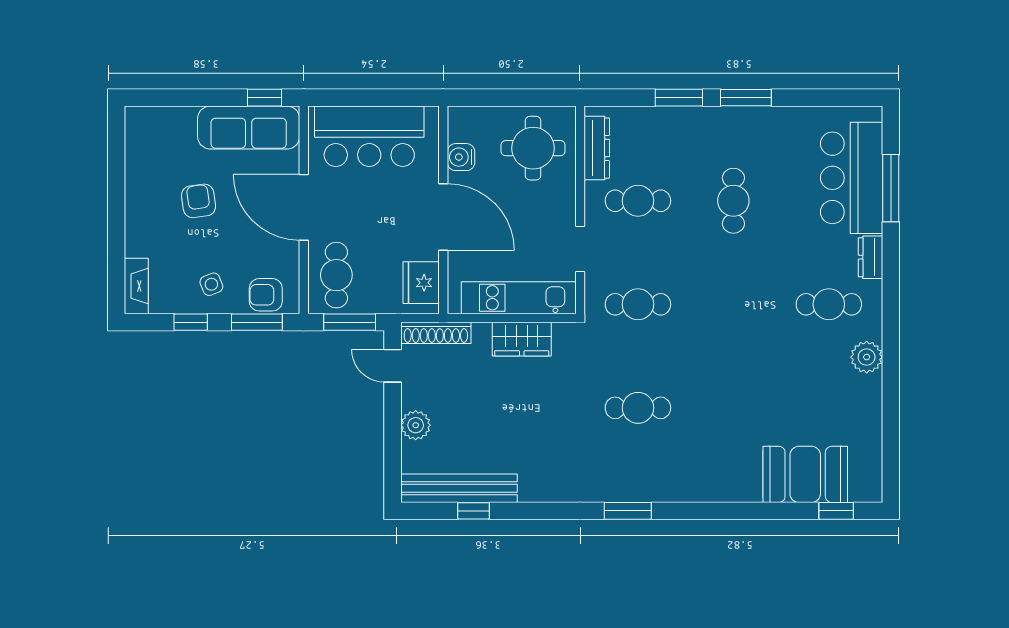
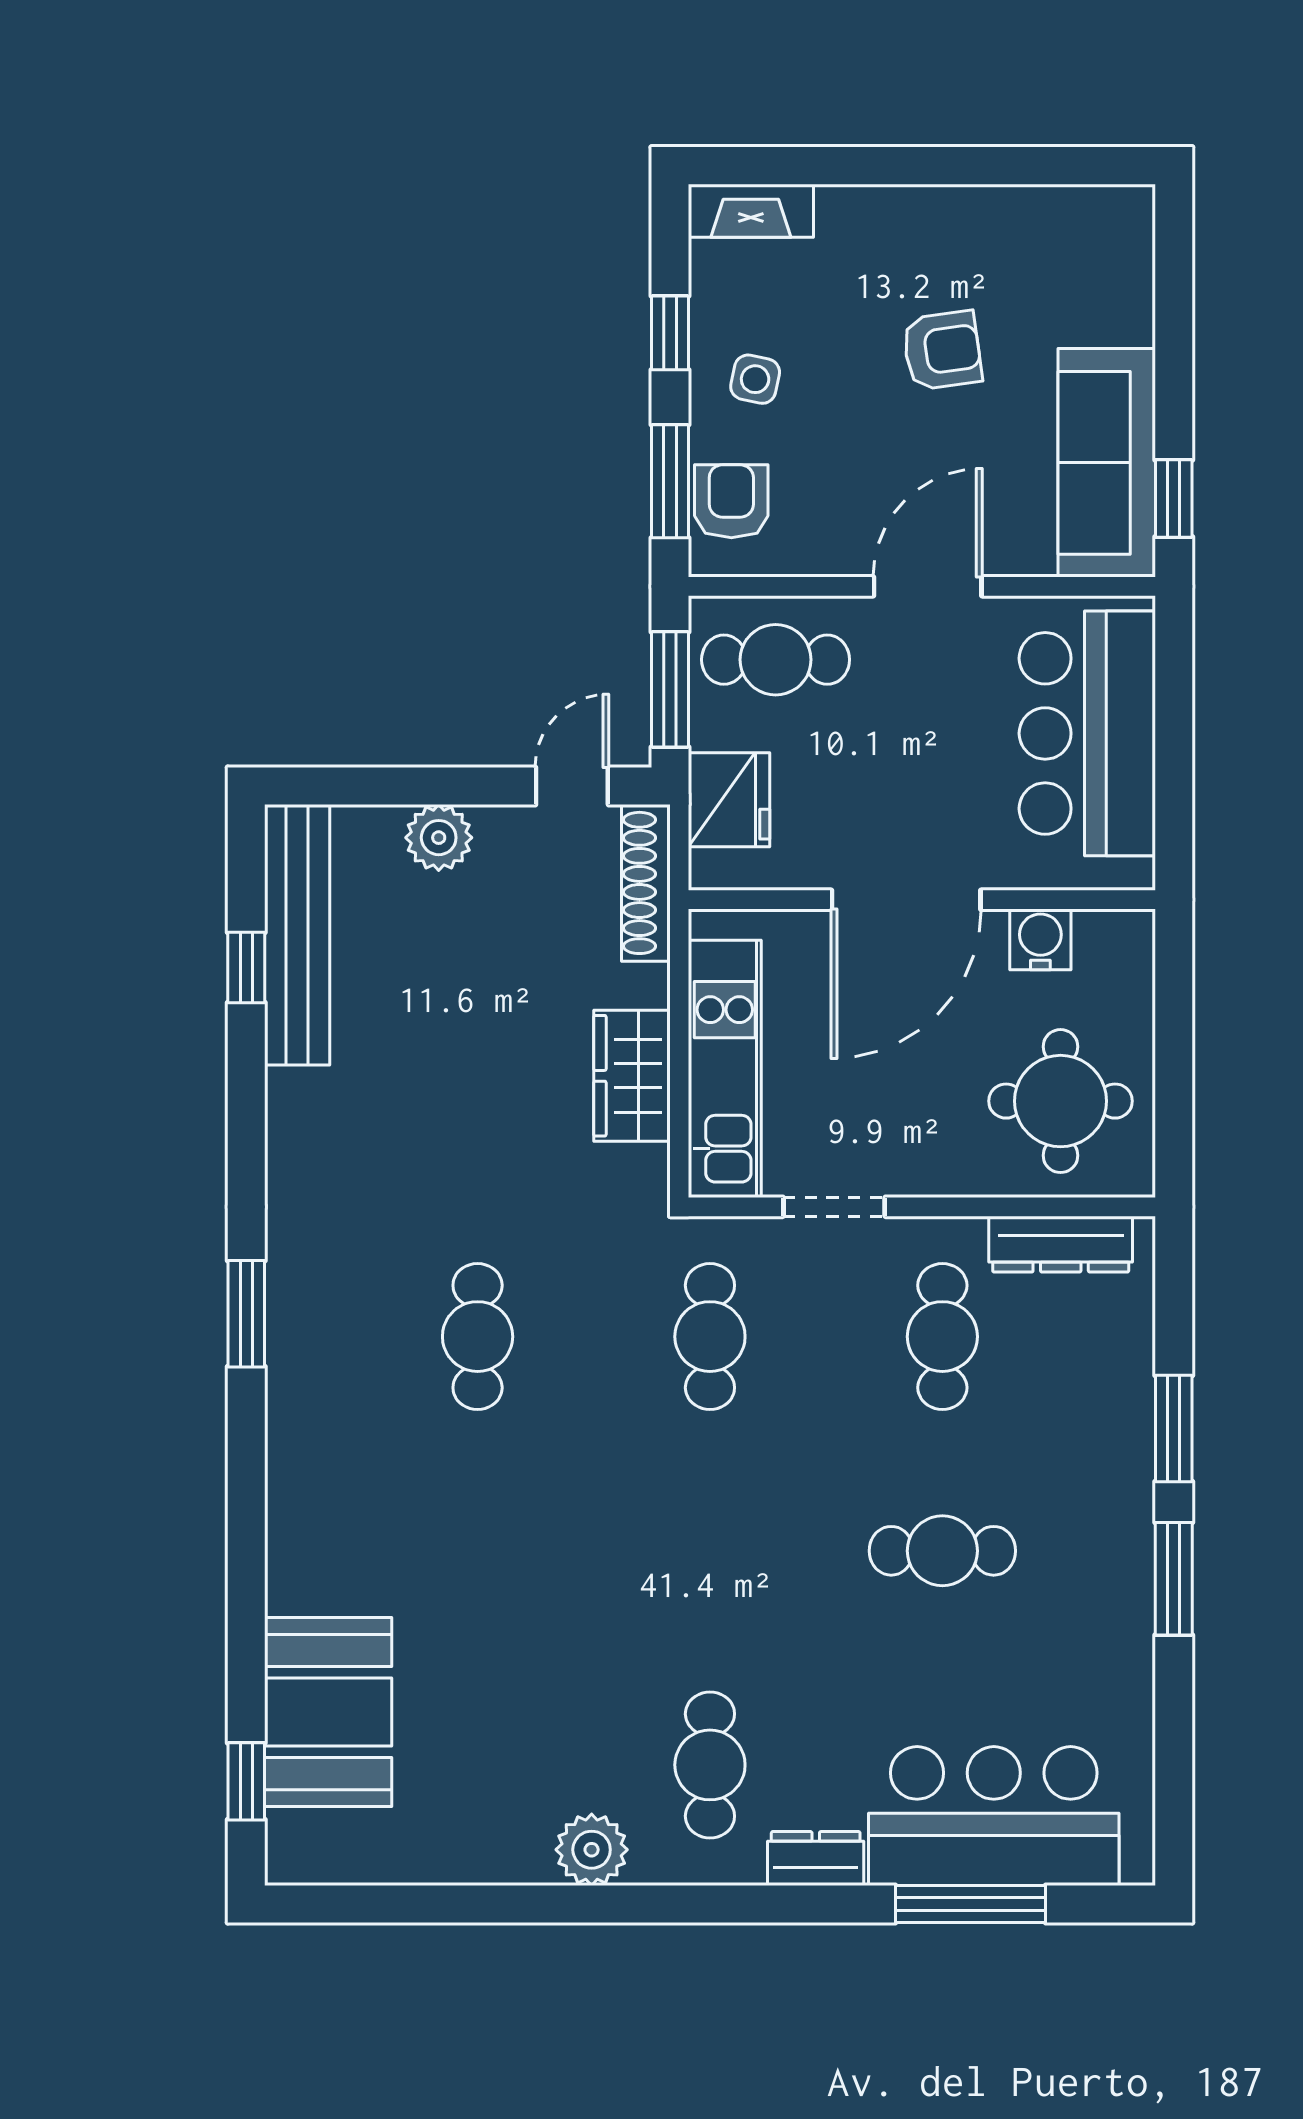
door: (304, 207) -> (928, 586), width x0.73
fridge: (421, 283) -> (729, 800), moved, turned 90
side table: (211, 284) -> (755, 379), turned 34

